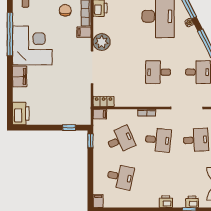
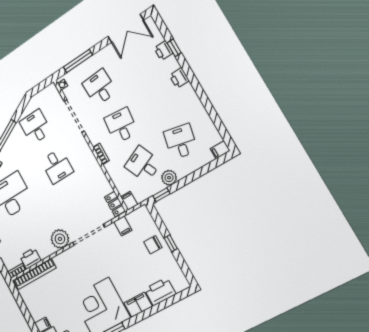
chair: (65, 10) -> (153, 245), moved
filing cabinet: (84, 32) -> (123, 226), moved
printer: (21, 113) -> (160, 292), moved
window: (69, 128) -> (171, 243), moved
plant: (100, 154) -> (169, 178), added

